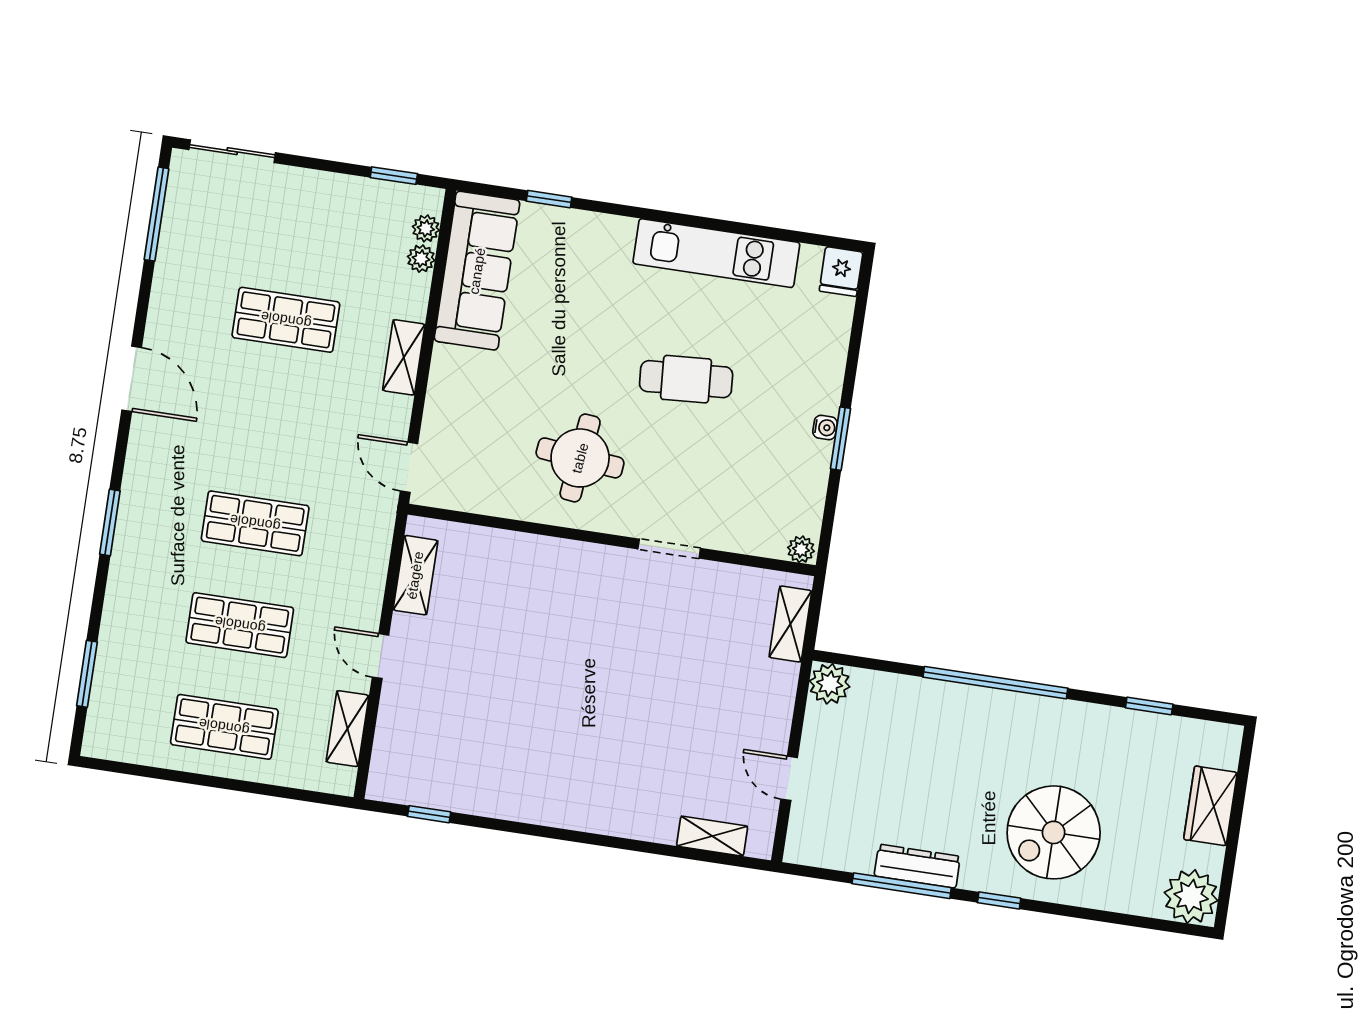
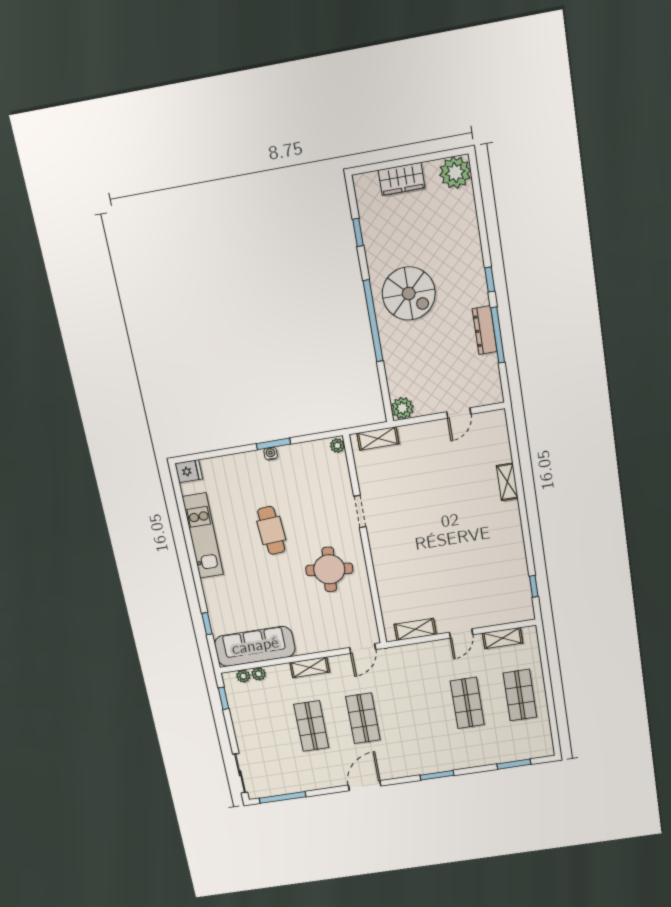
shop shelf: (255, 523) -> (363, 718), moved
spiral stairs: (1054, 832) -> (409, 293), moved
shelving: (712, 836) -> (507, 482), moved

